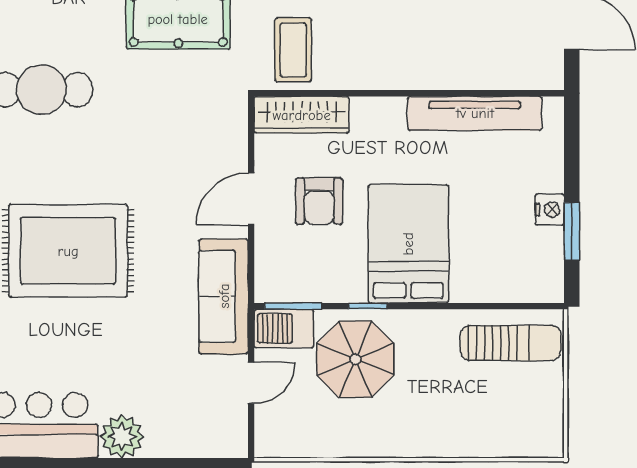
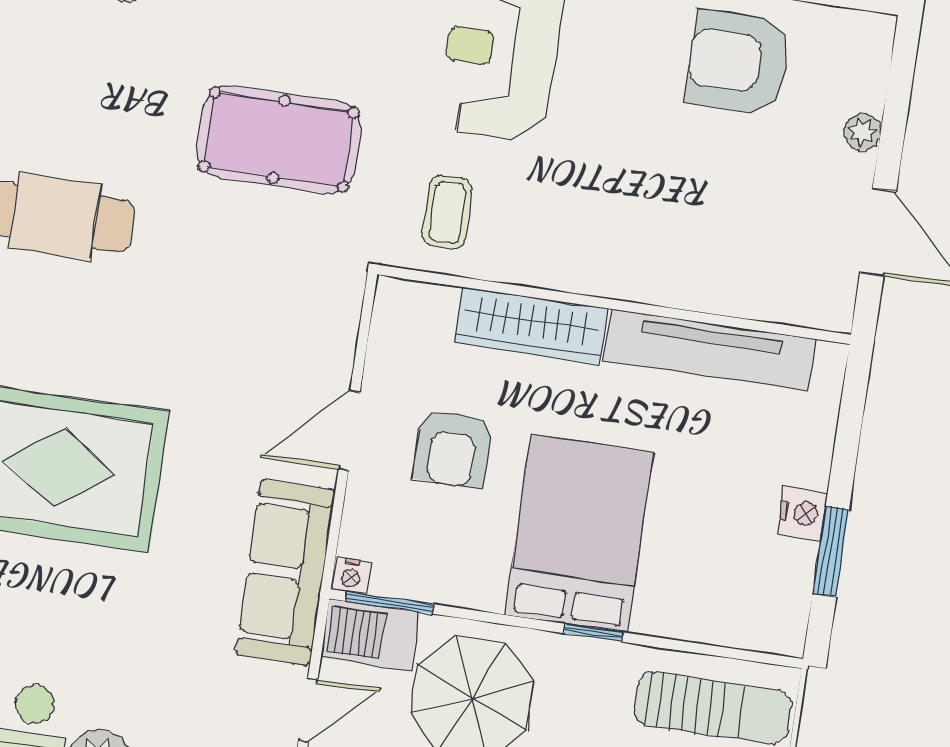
coffee table: (293, 50) -> (447, 212), width x0.73, depth x0.77
wardrobe: (302, 115) -> (531, 326), moved
nightstand: (266, 292) -> (351, 576), added
window: (368, 306) -> (593, 633), moved

